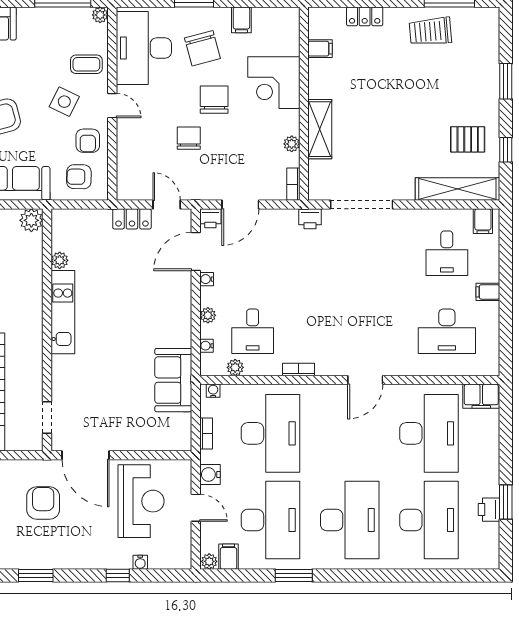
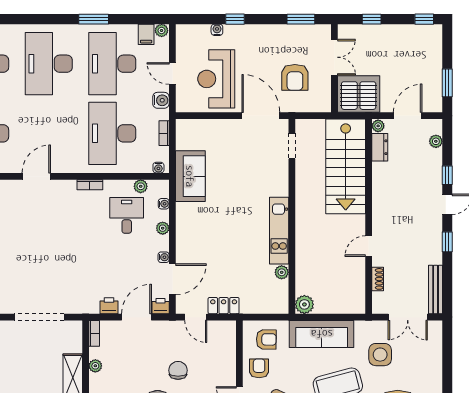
chair: (189, 138) -> (178, 370), turned 180
printer: (310, 219) -> (109, 306), moved

